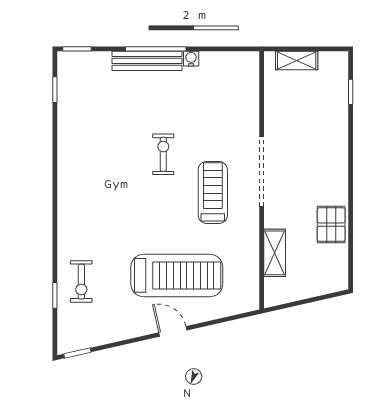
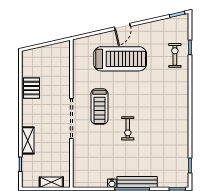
shelving: (275, 253) -> (28, 140), moved
treadmill: (177, 275) -> (120, 59), turned 180
door: (173, 331) -> (122, 27), hinge flipped

